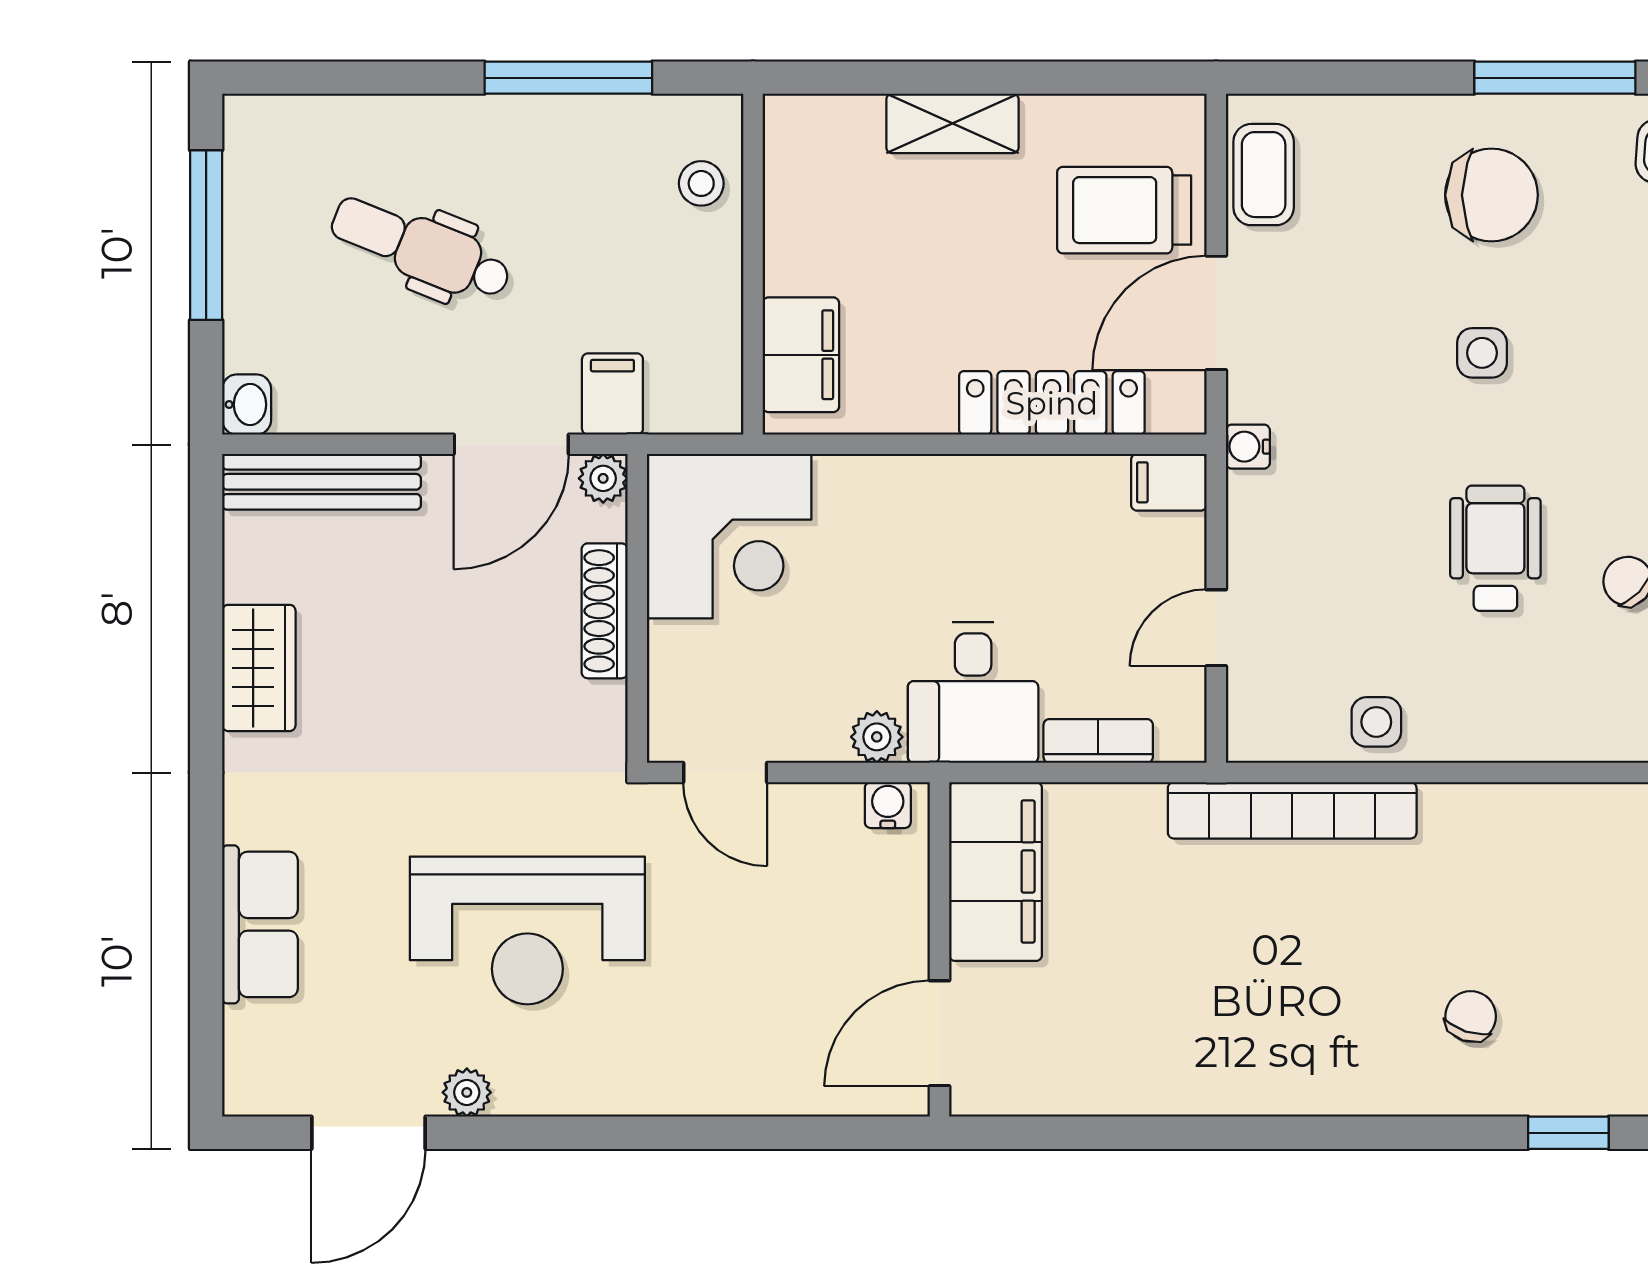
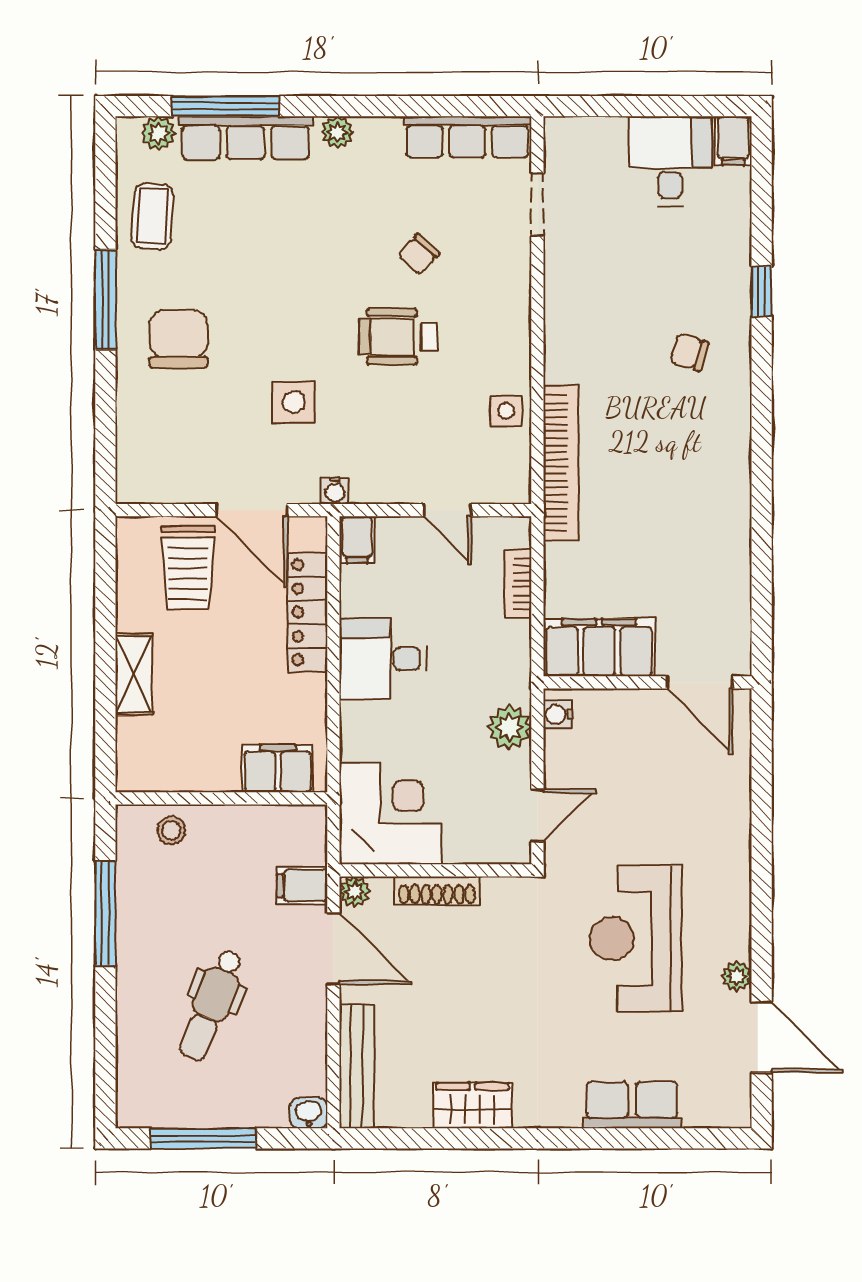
coffee table: (1264, 175) -> (166, 481), removed
side table: (1482, 353) -> (294, 402), moved, width x1.37, depth x1.37
desk: (973, 692) -> (383, 659), moved, turned 180
plant: (877, 737) -> (509, 727), width x1.38, depth x1.38
reception desk: (527, 930) -> (636, 939), turned 180

